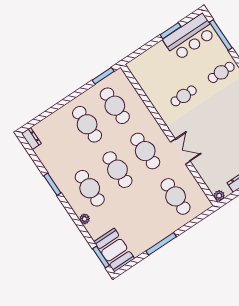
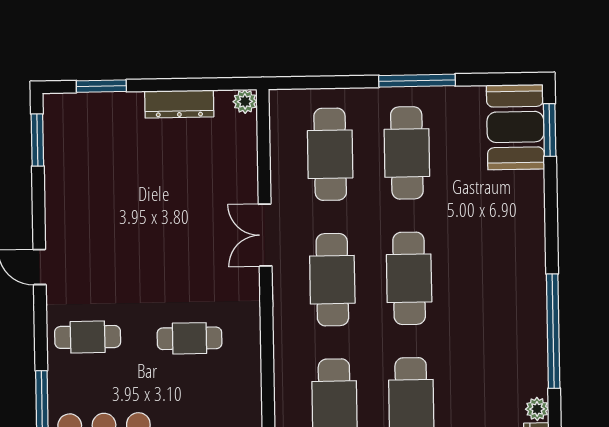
window: (52, 184) -> (553, 331), width x2.11
cafe table: (90, 188) -> (407, 153), moved
plant: (85, 219) -> (537, 409), moved

